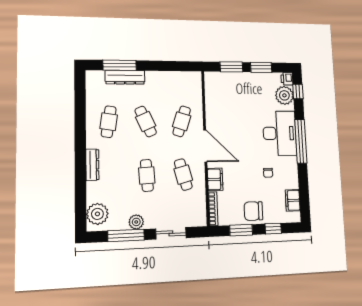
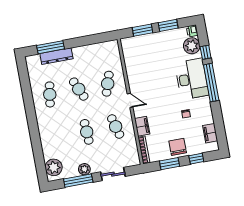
window: (298, 92) -> (206, 52), moved
door: (205, 146) -> (130, 100), width x0.53
dresser: (92, 165) -> (43, 130), removed
chair: (253, 211) -> (178, 147), turned 90

